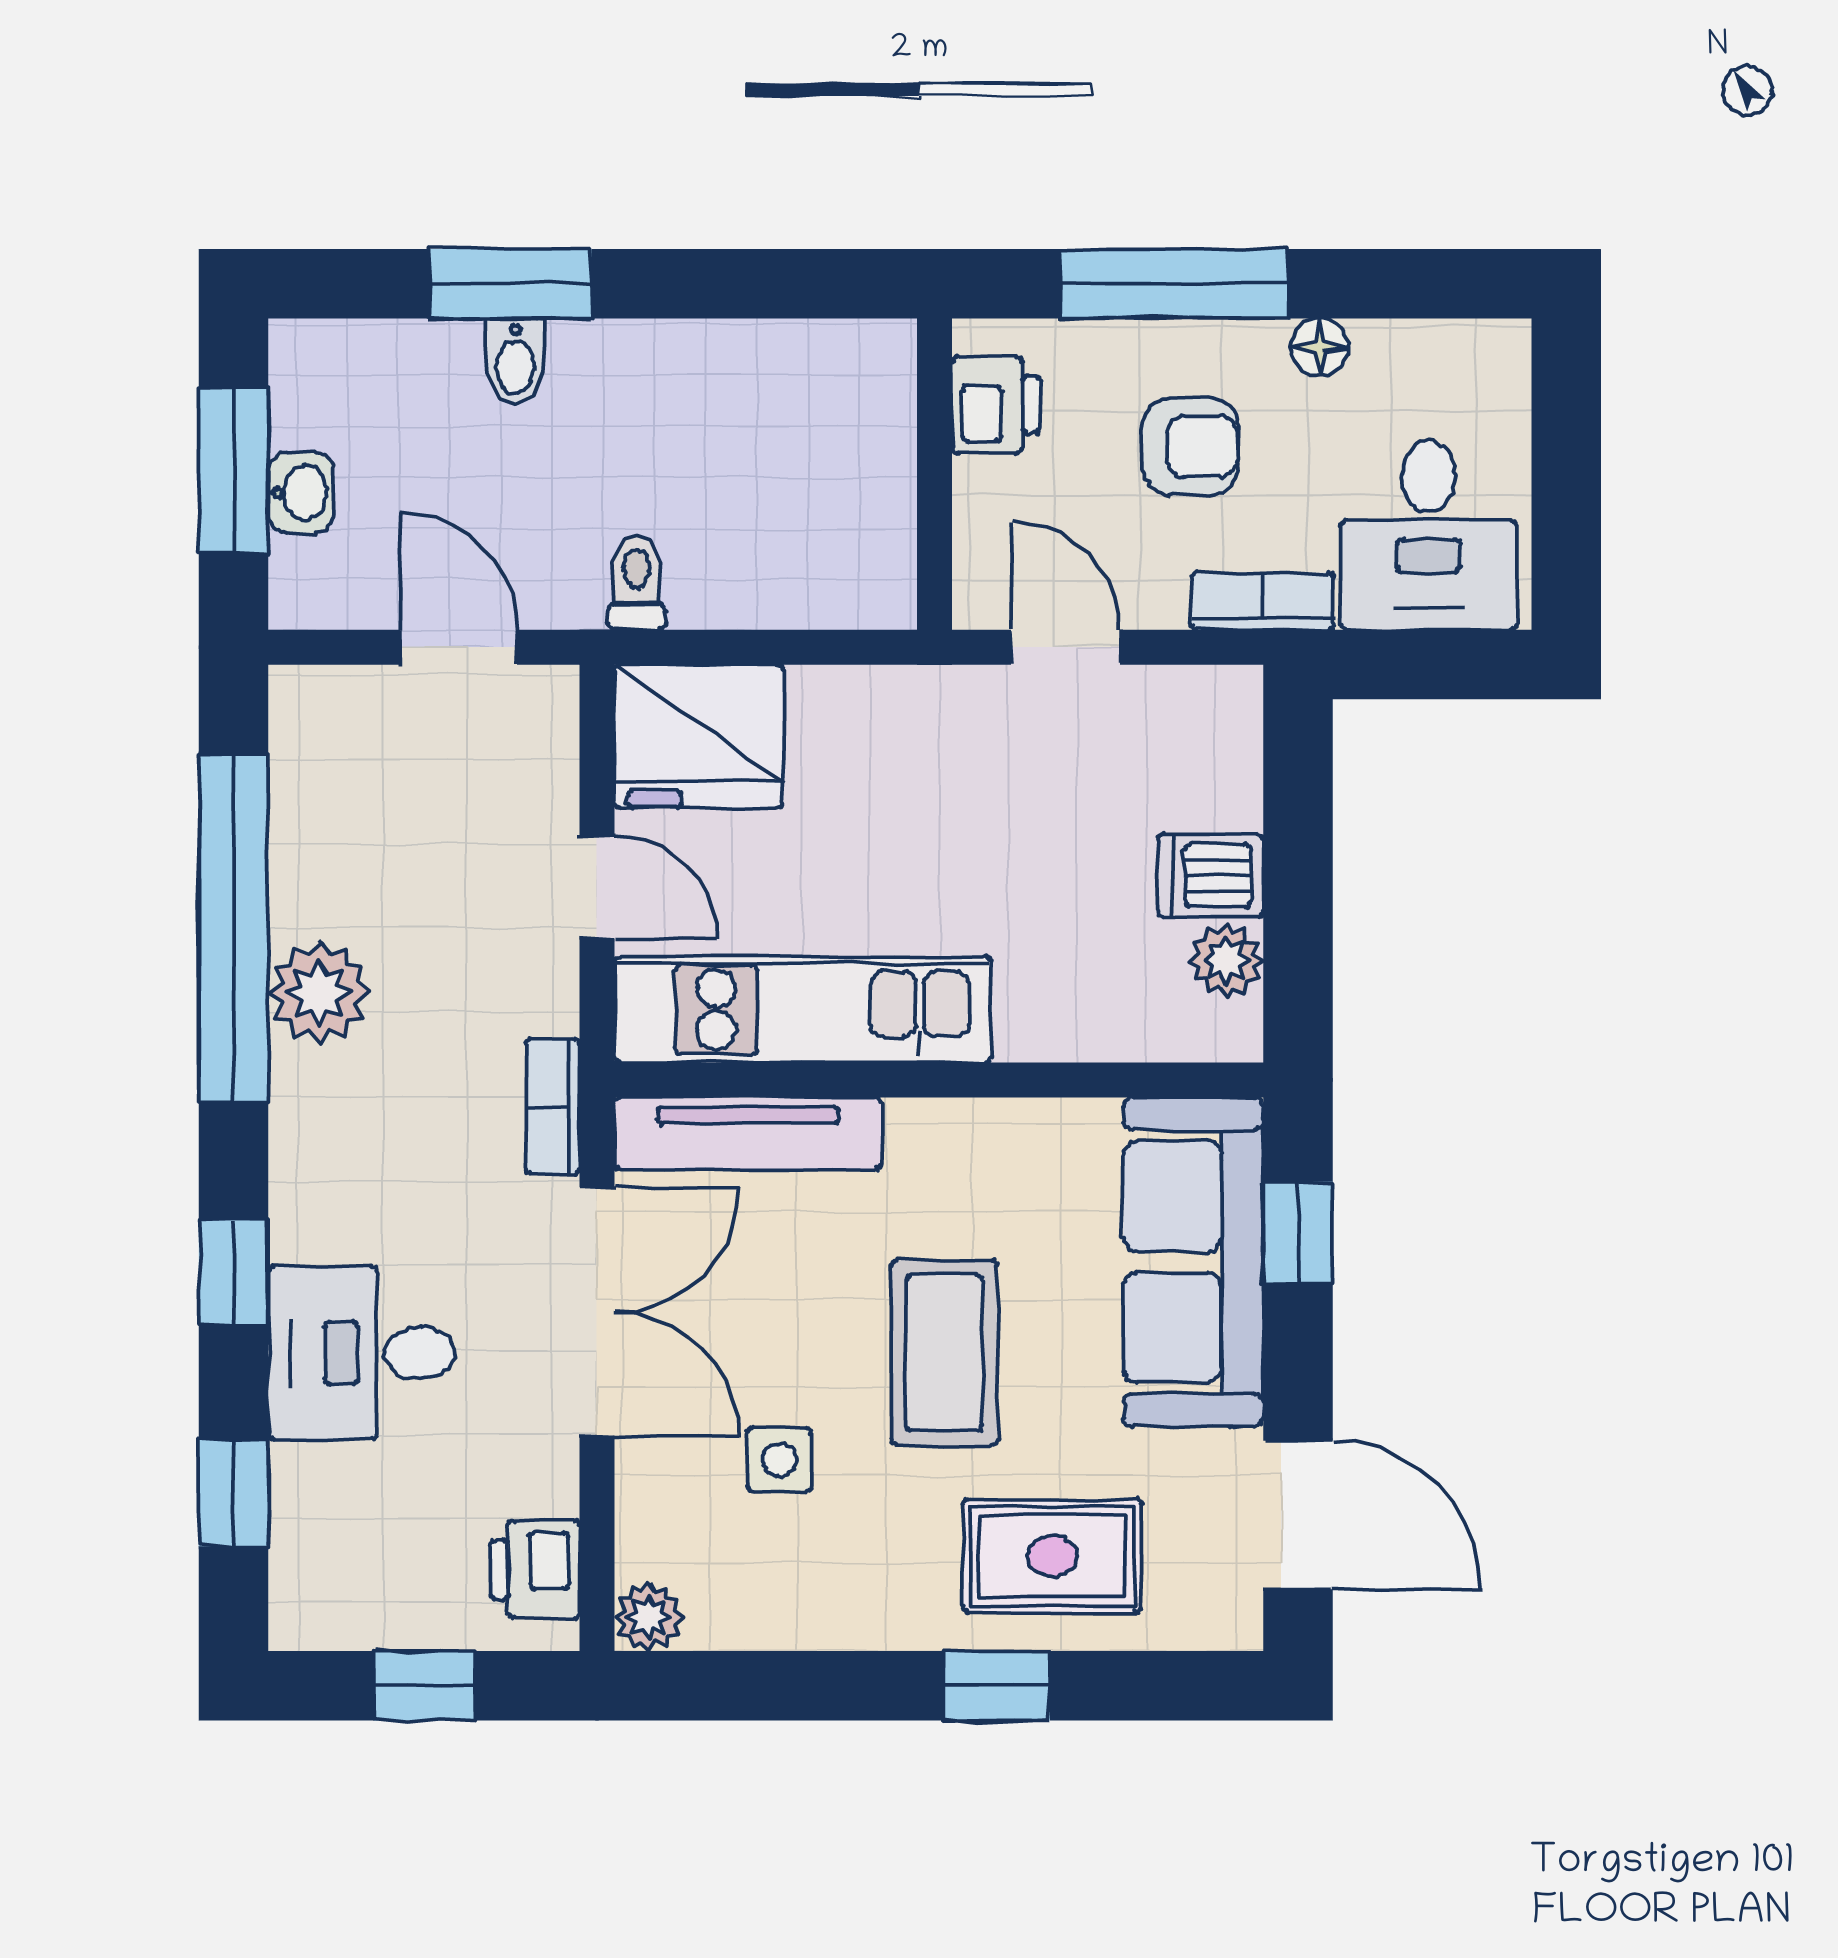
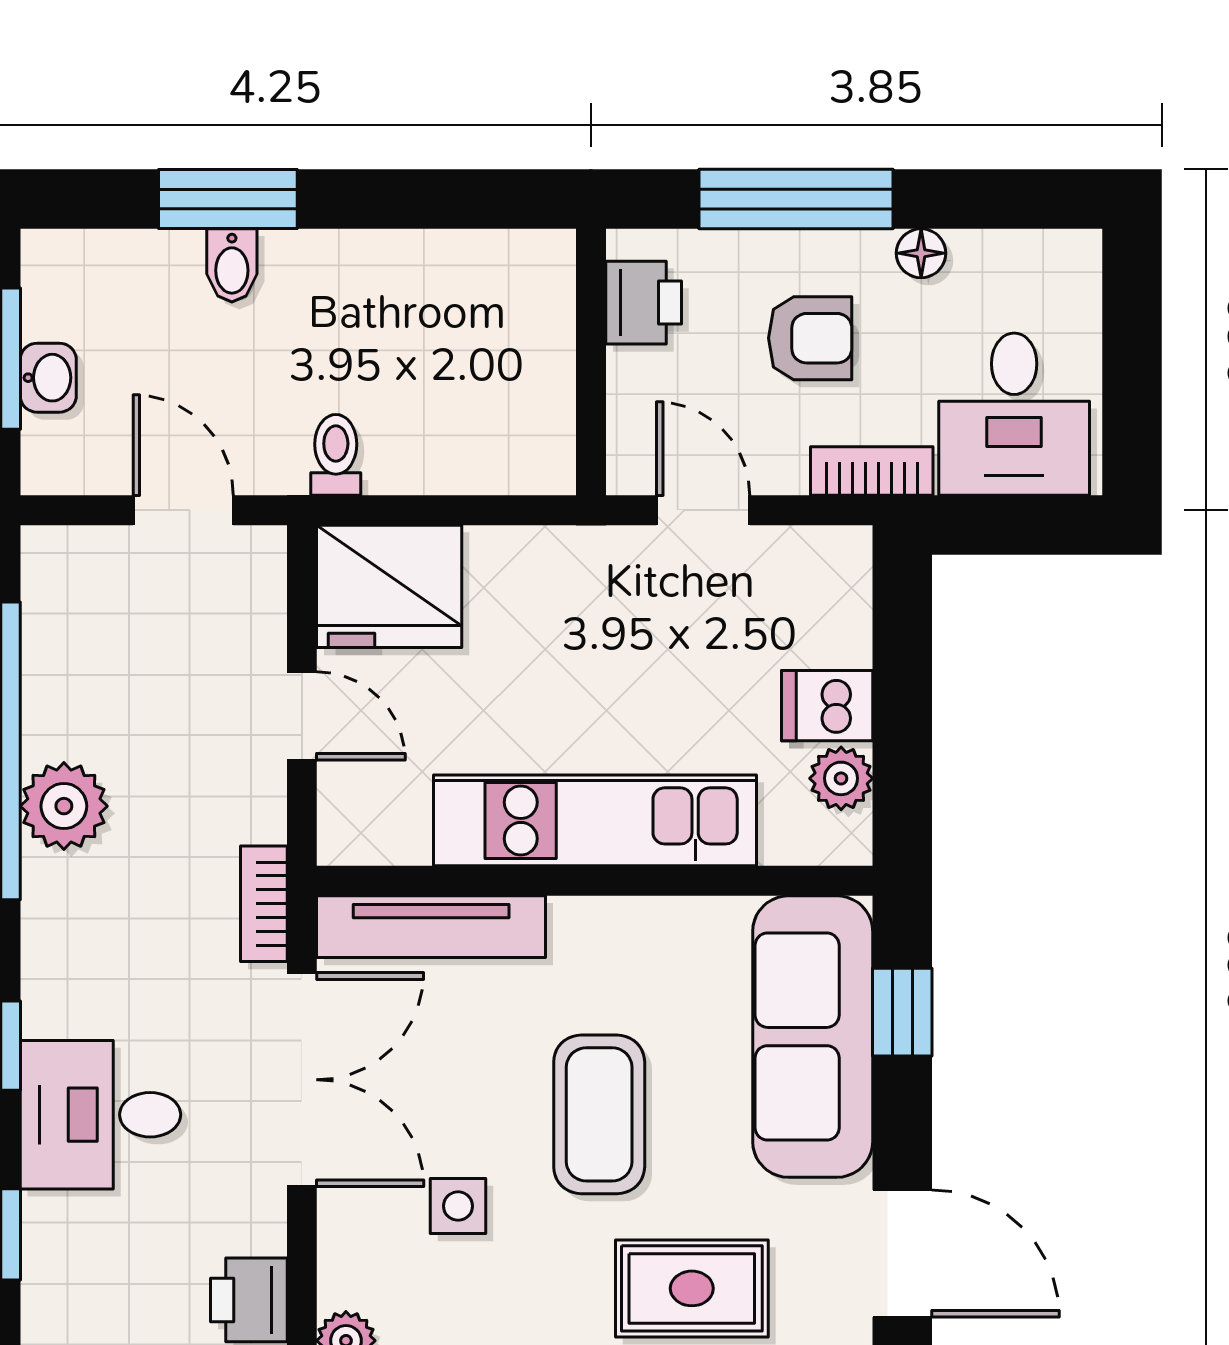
kitchen unit: (803, 1010) -> (595, 820), moved

